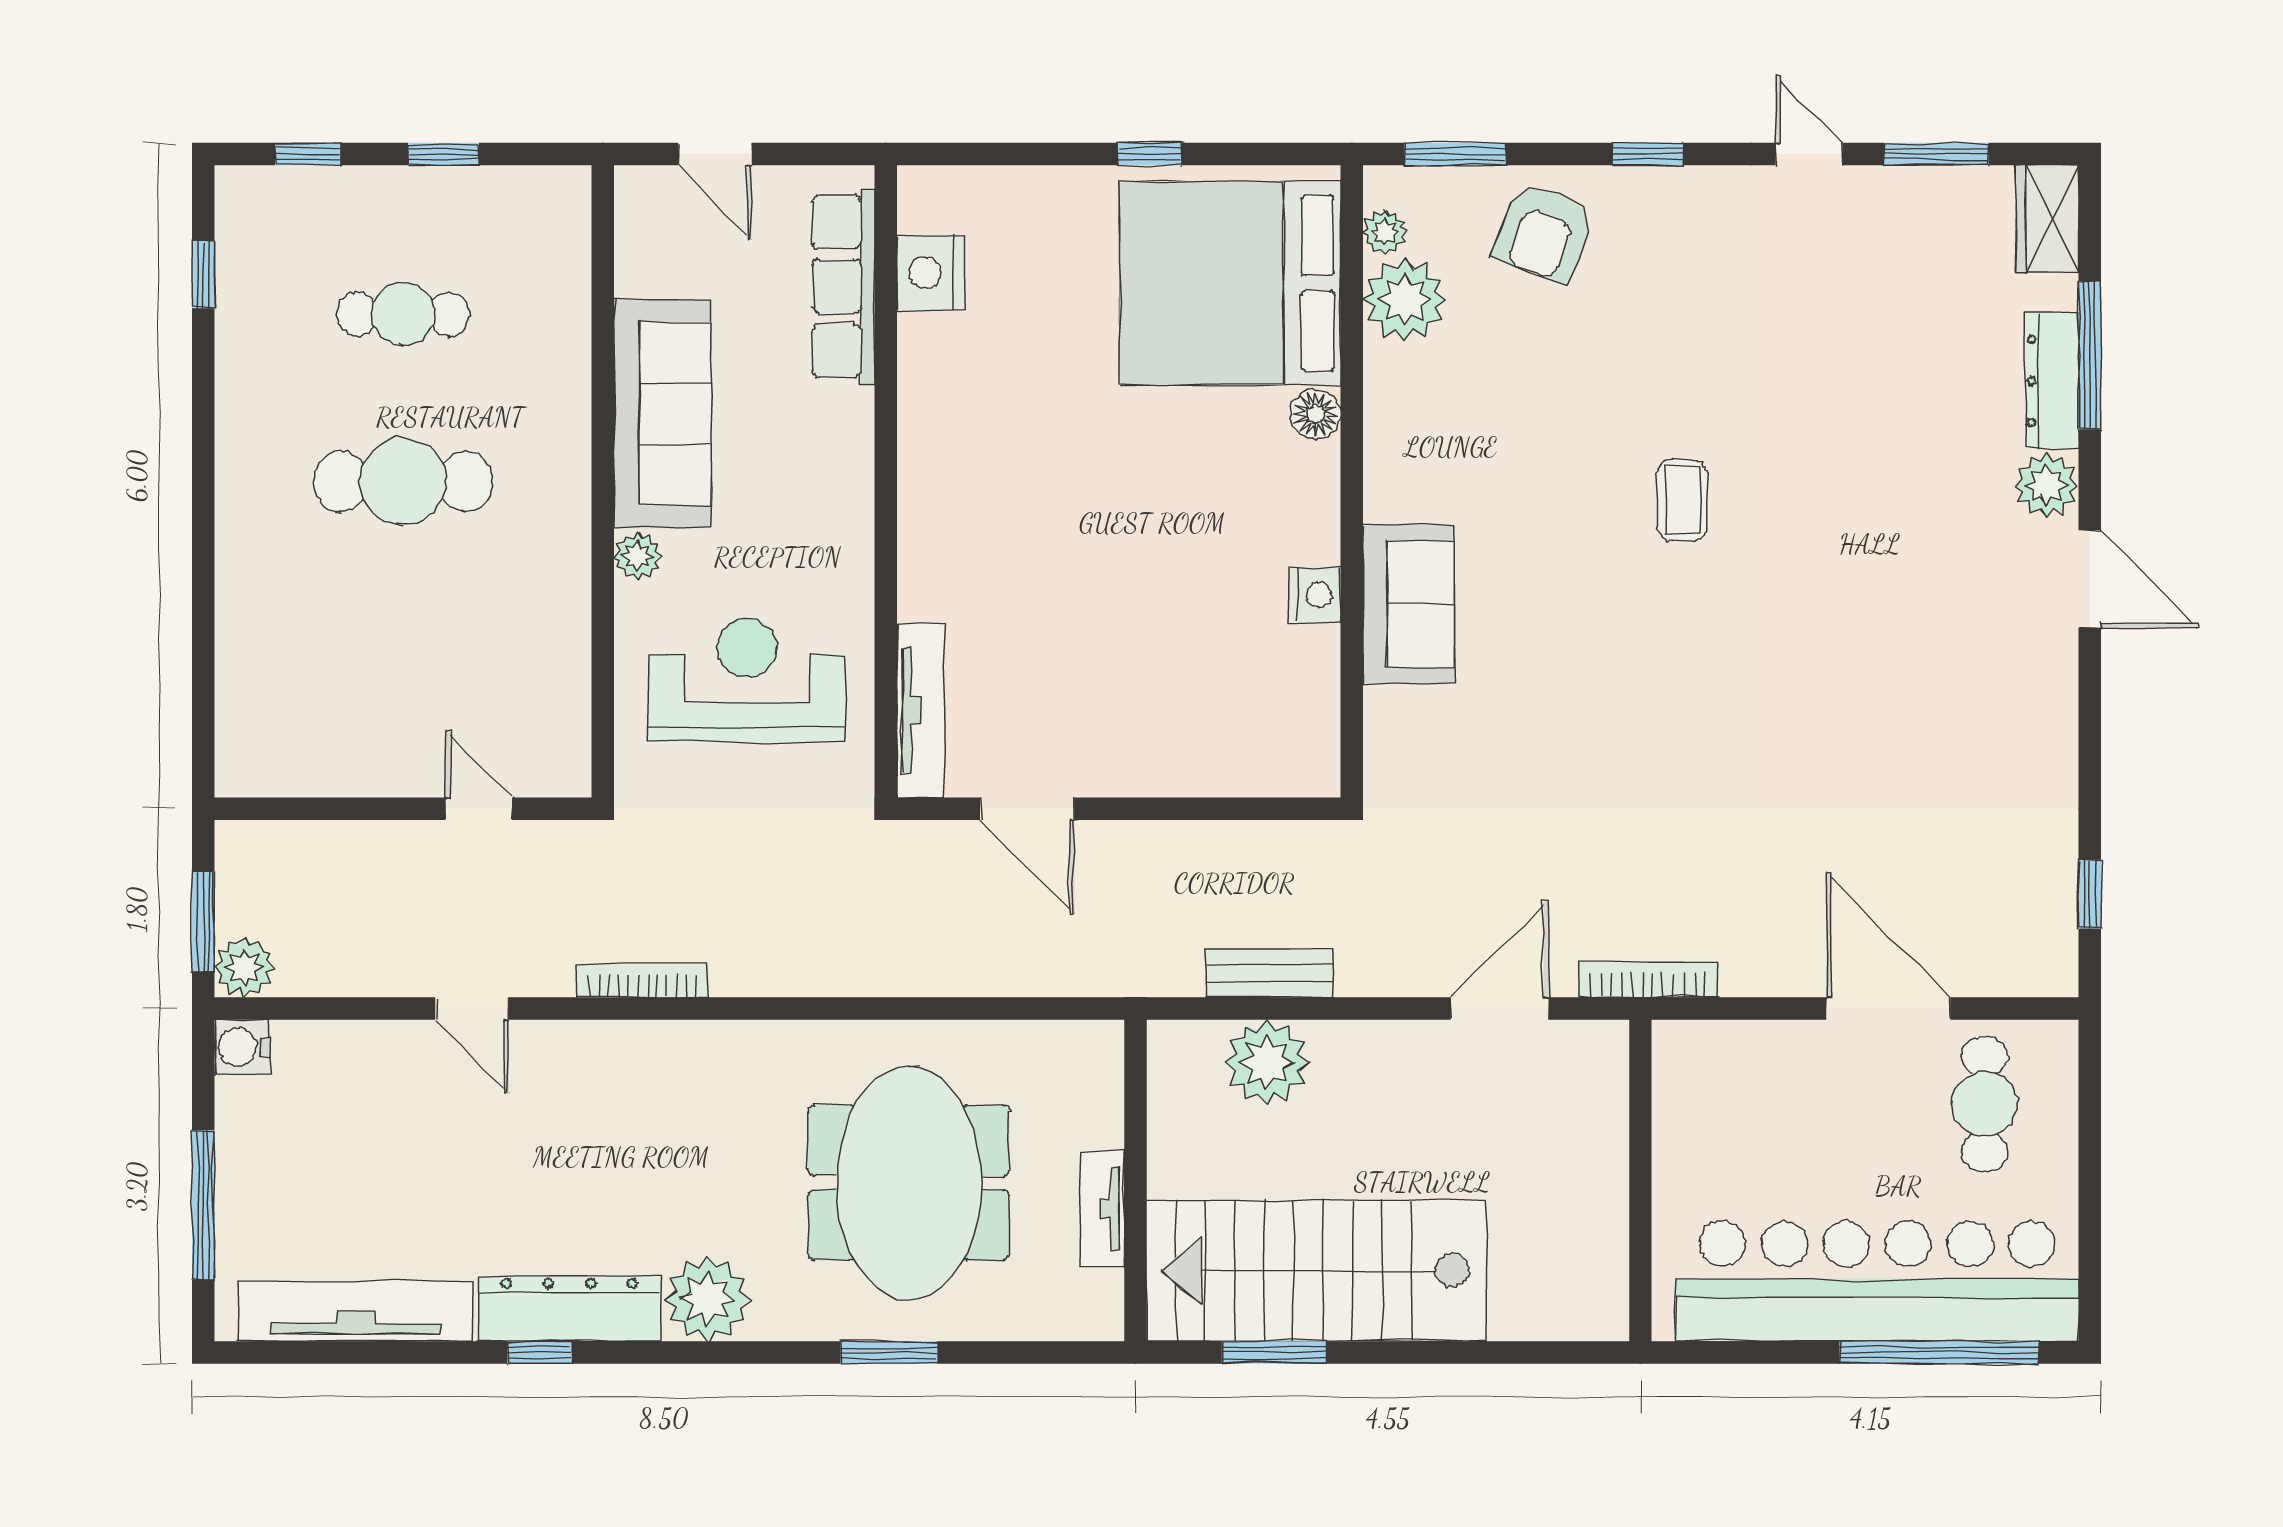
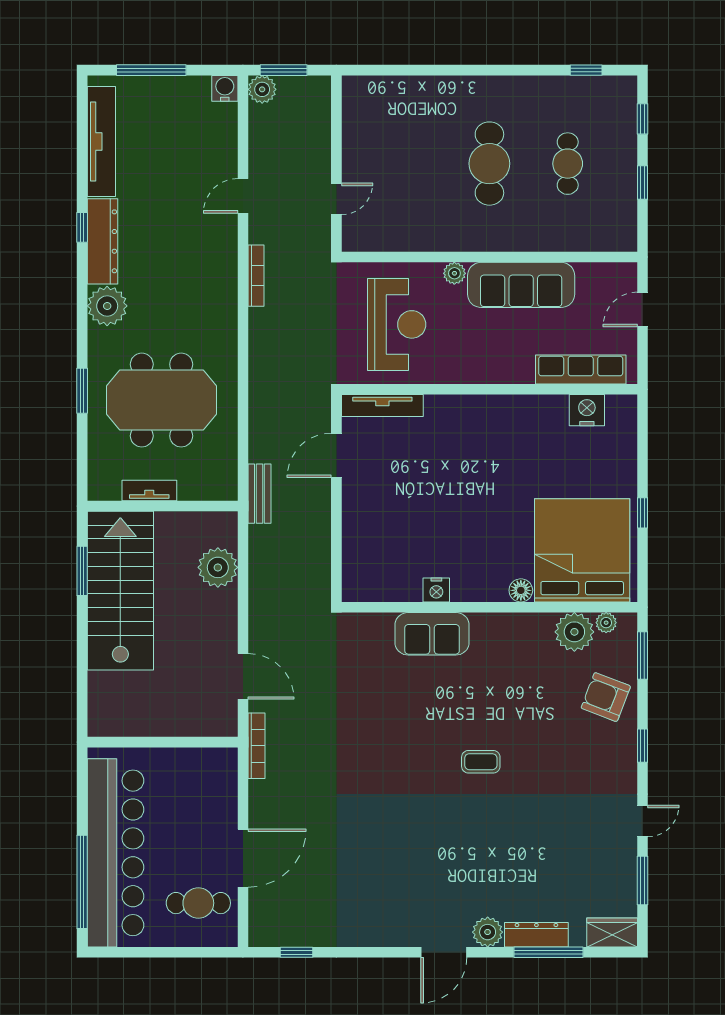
bench: (1269, 973) -> (259, 494), moved

